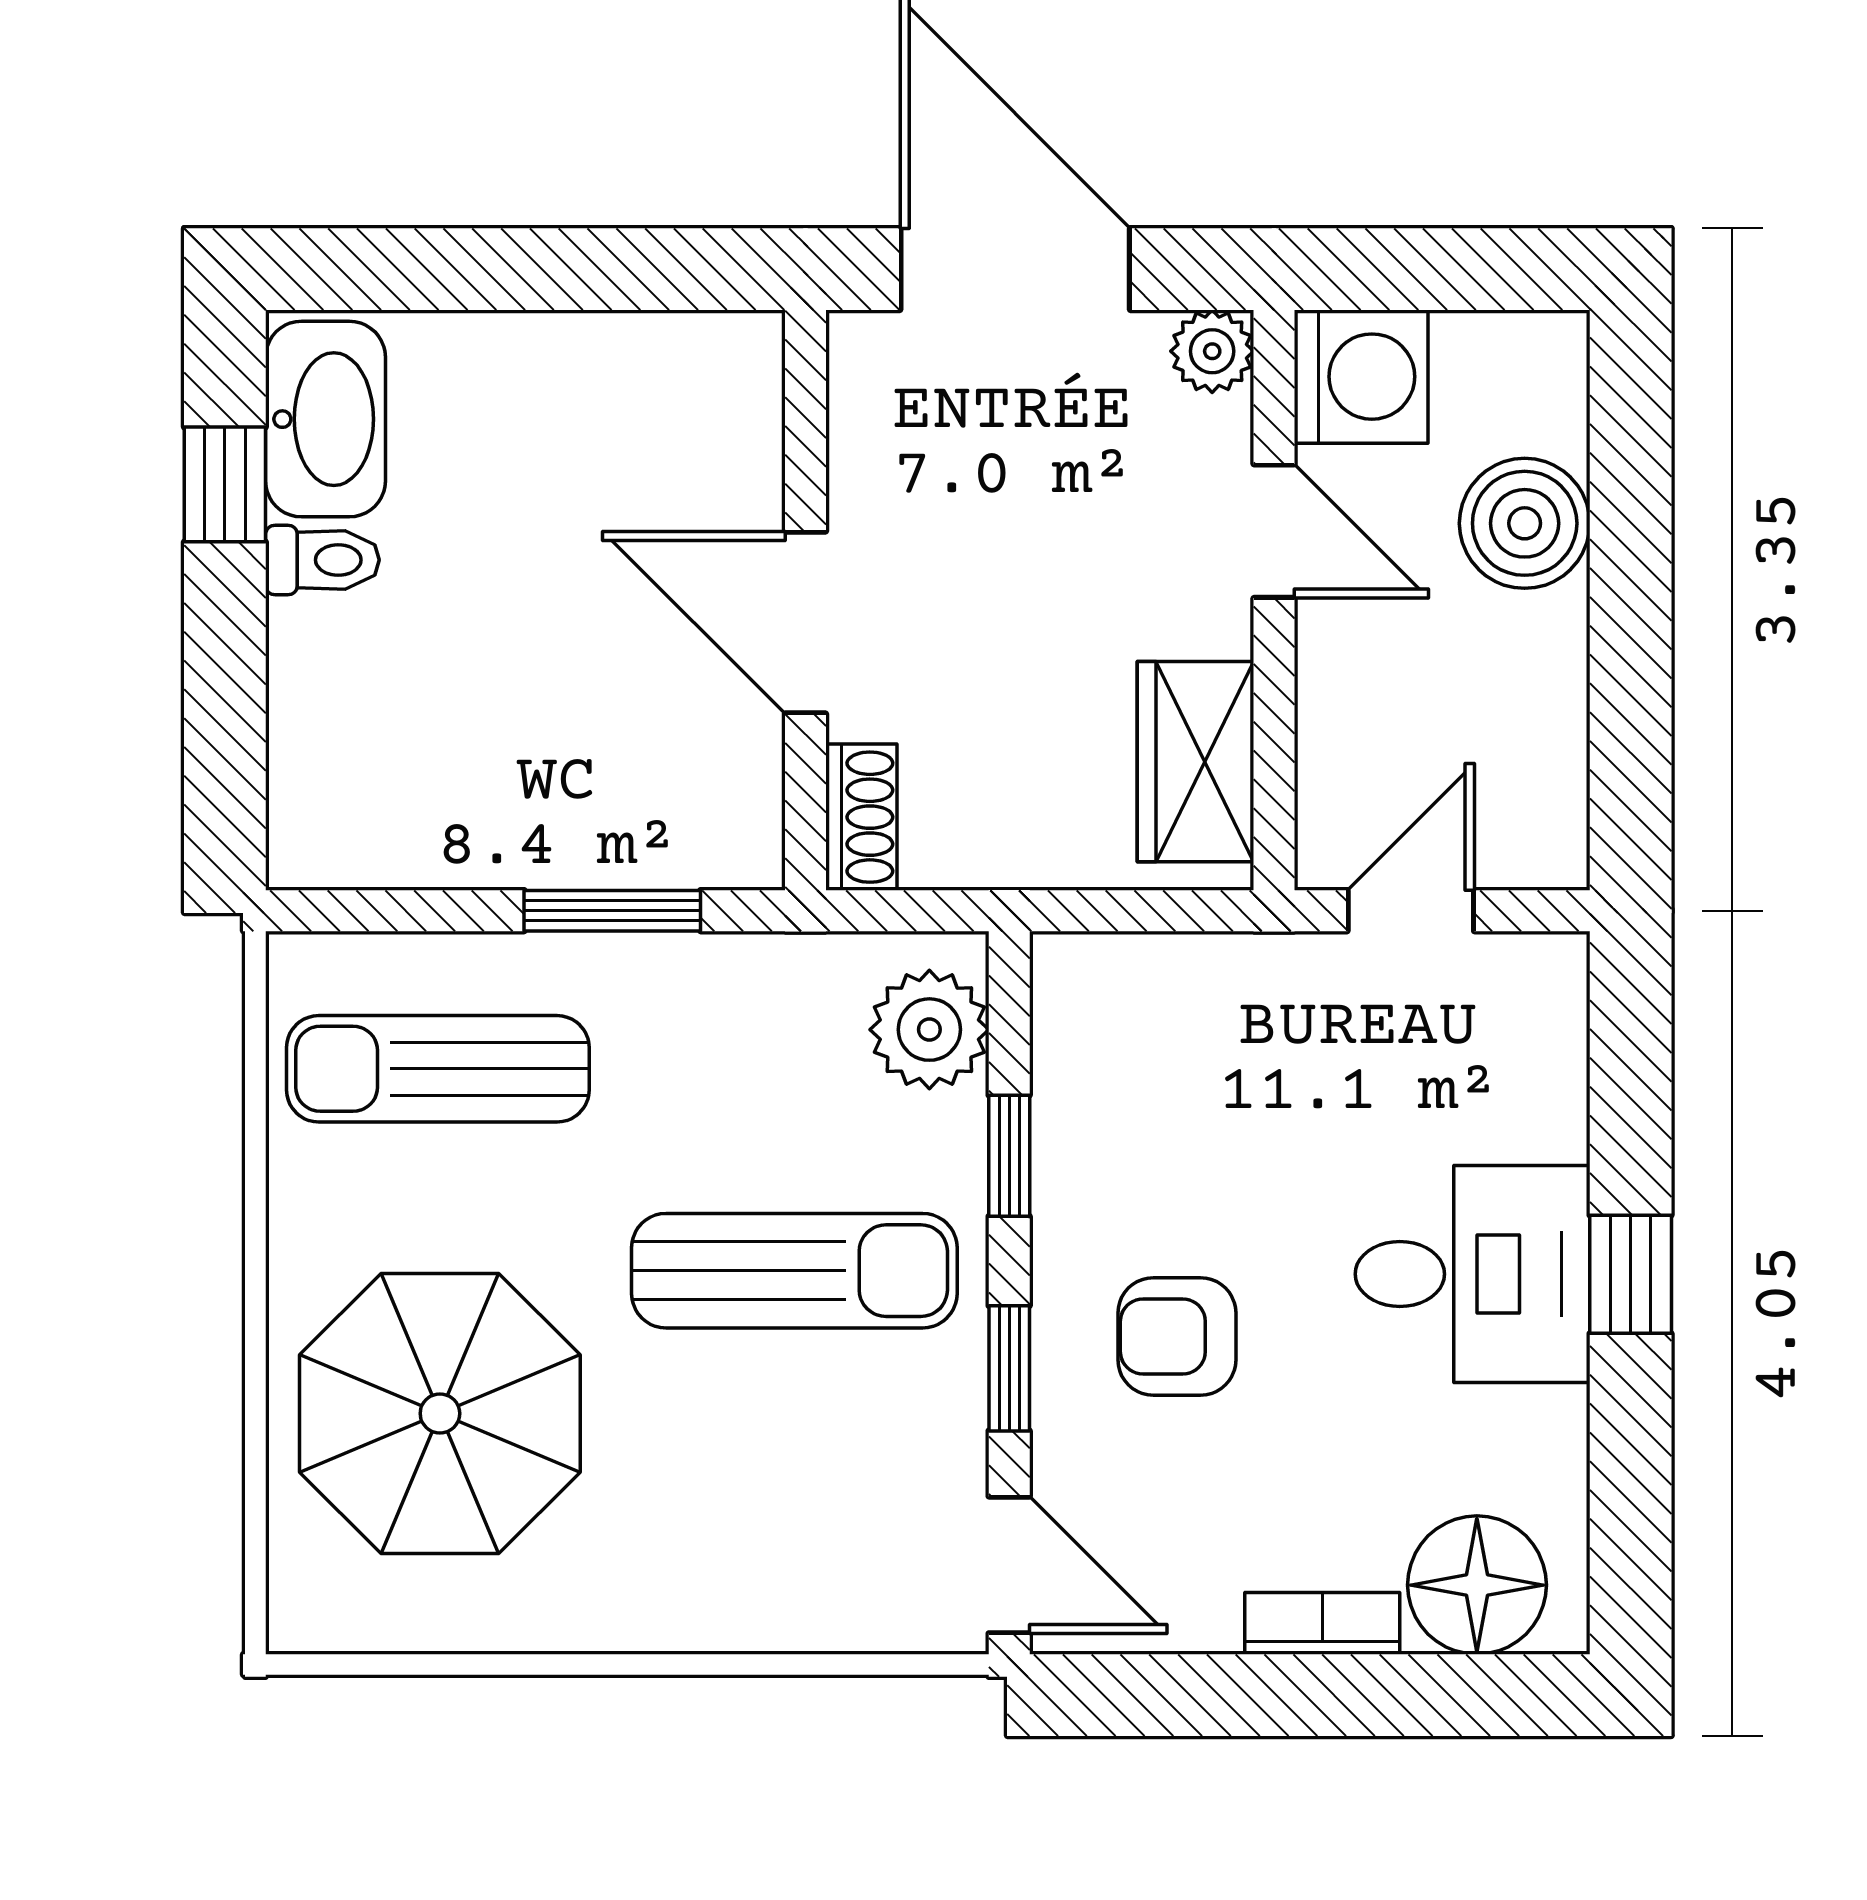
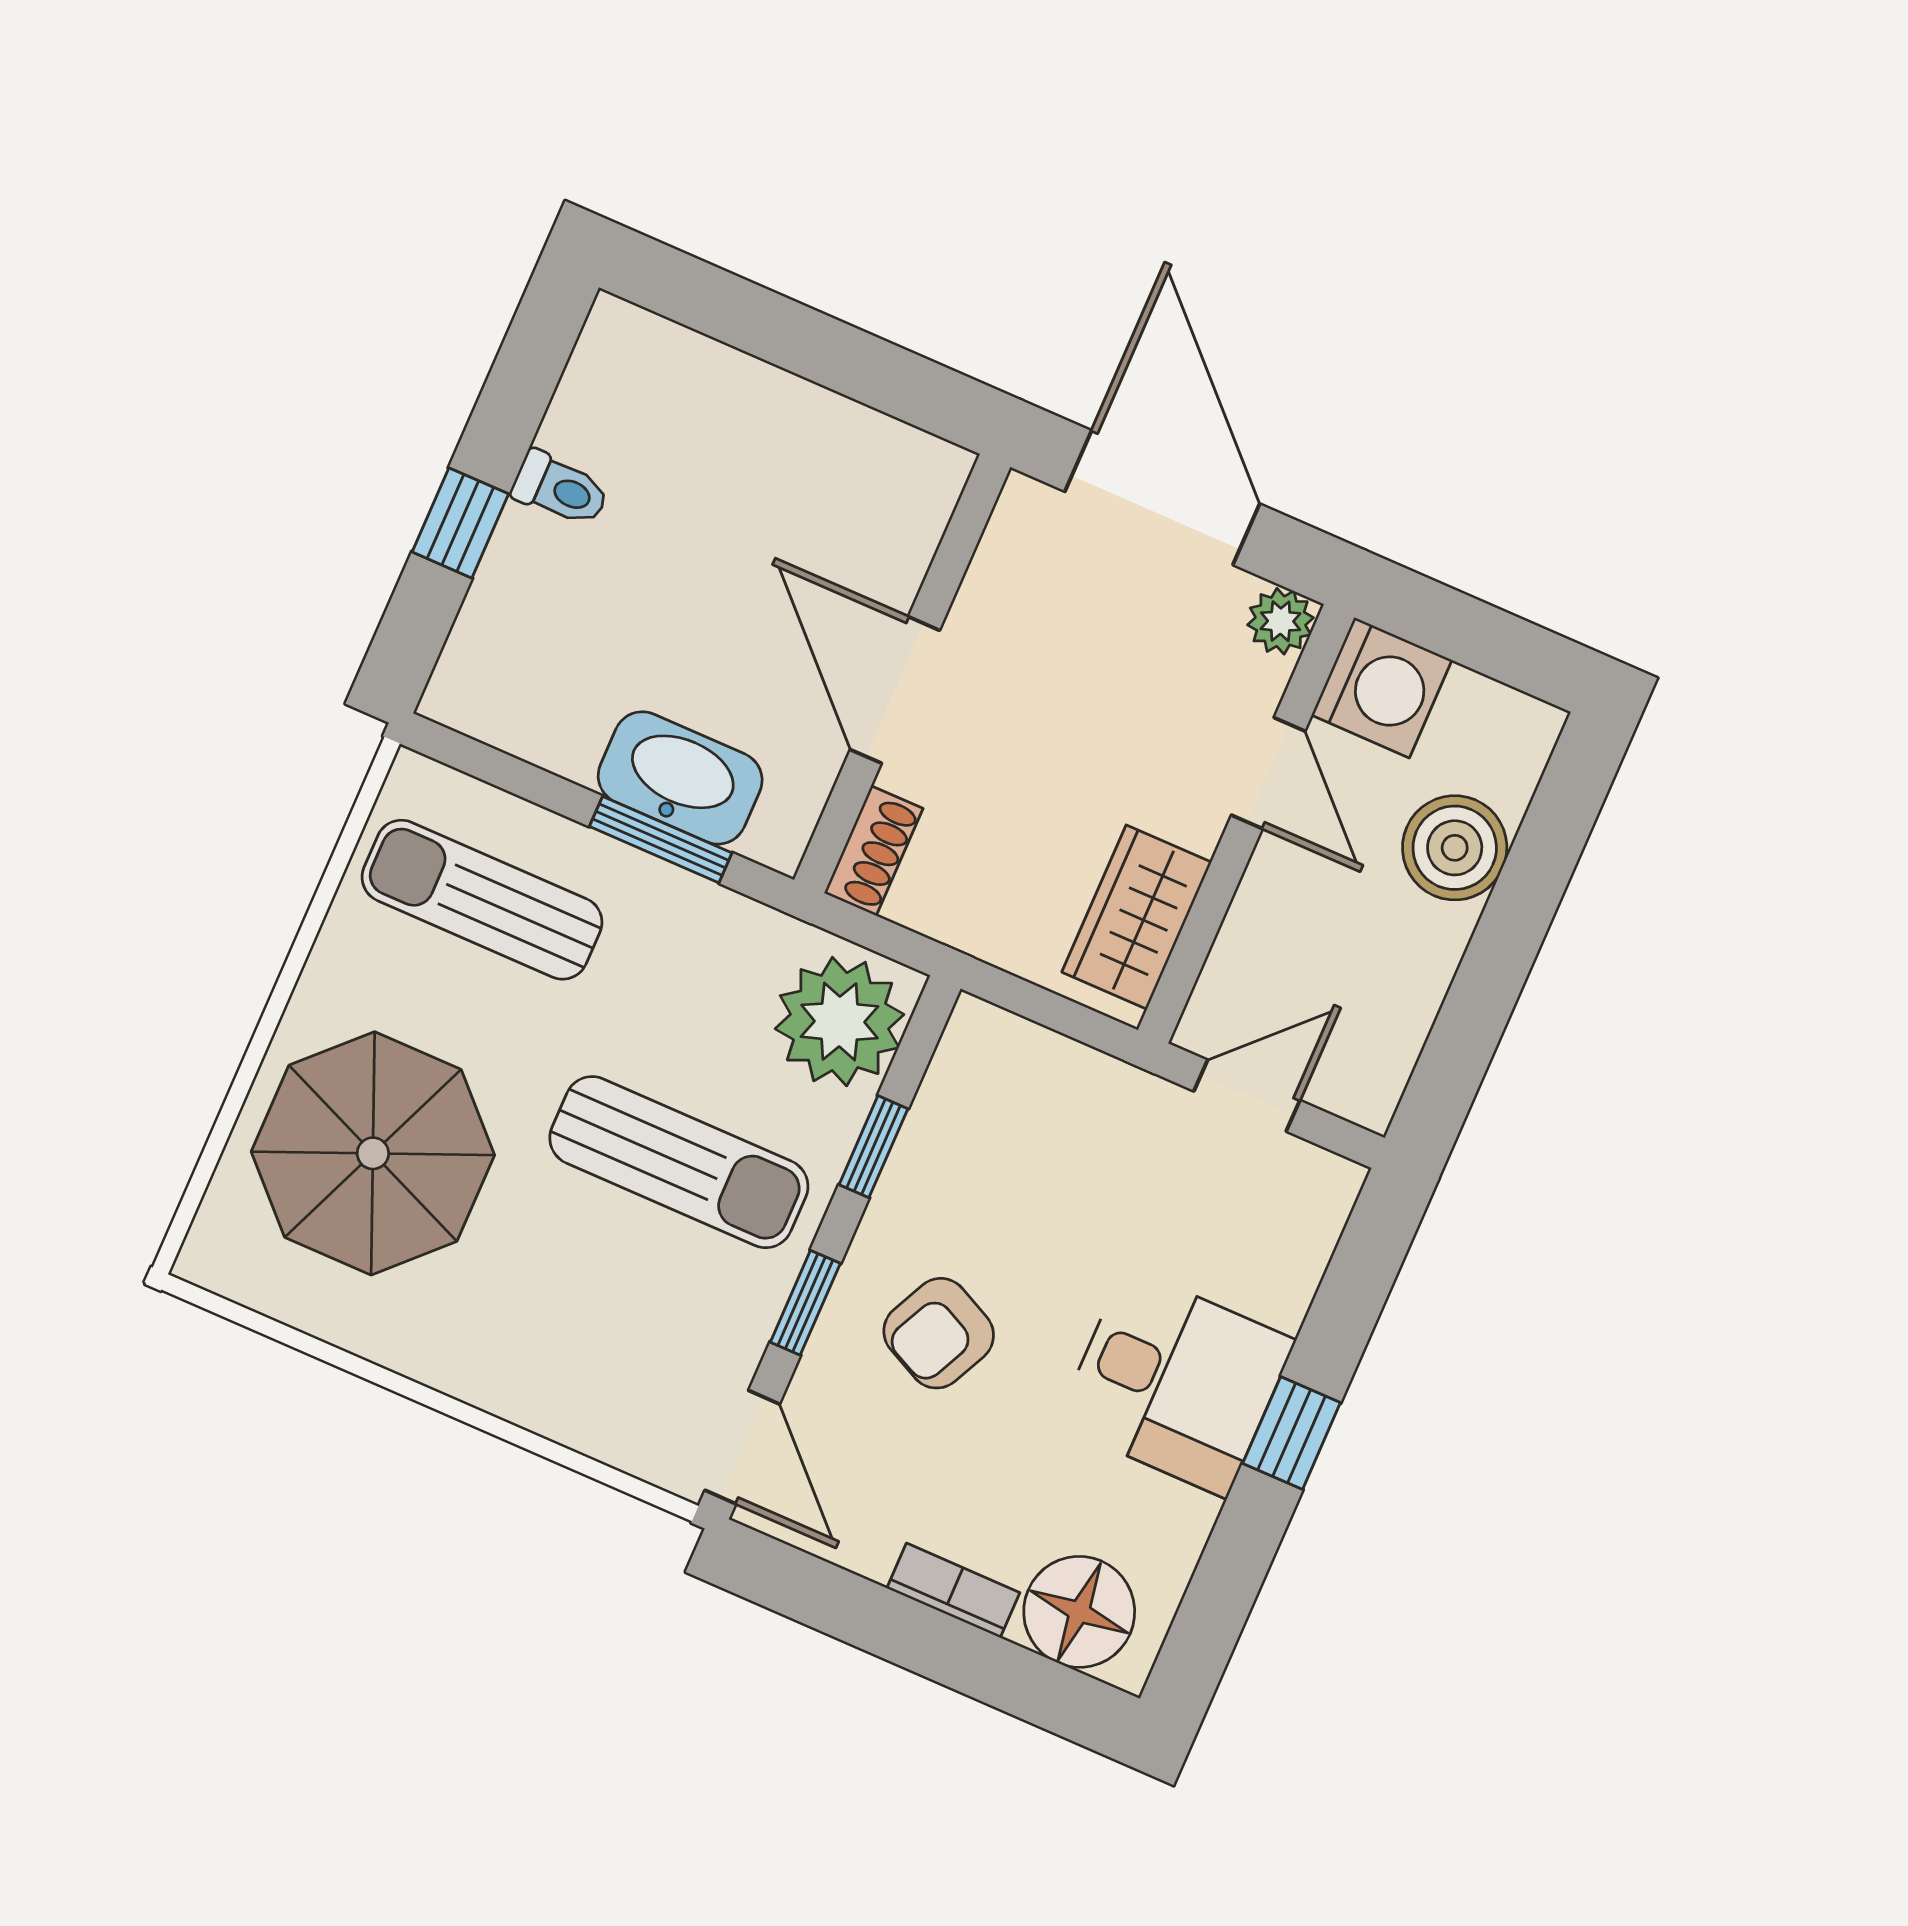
washbasin: (325, 419) -> (680, 778), moved, turned -90
window: (225, 484) -> (460, 523), moved
plant: (929, 1030) -> (840, 1022), width x1.36, depth x1.36
armchair: (1177, 1336) -> (939, 1333), turned -64

